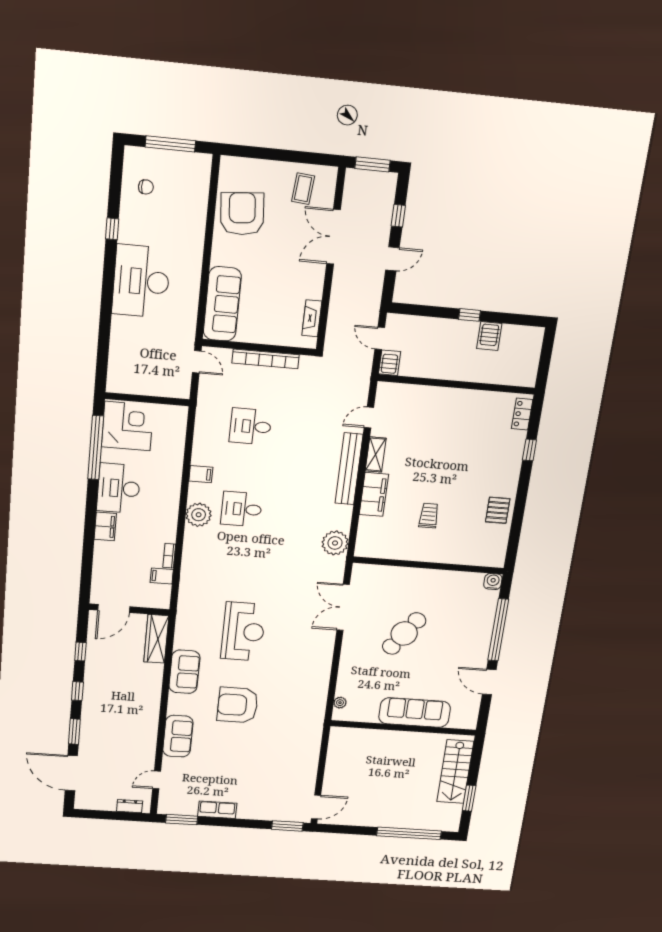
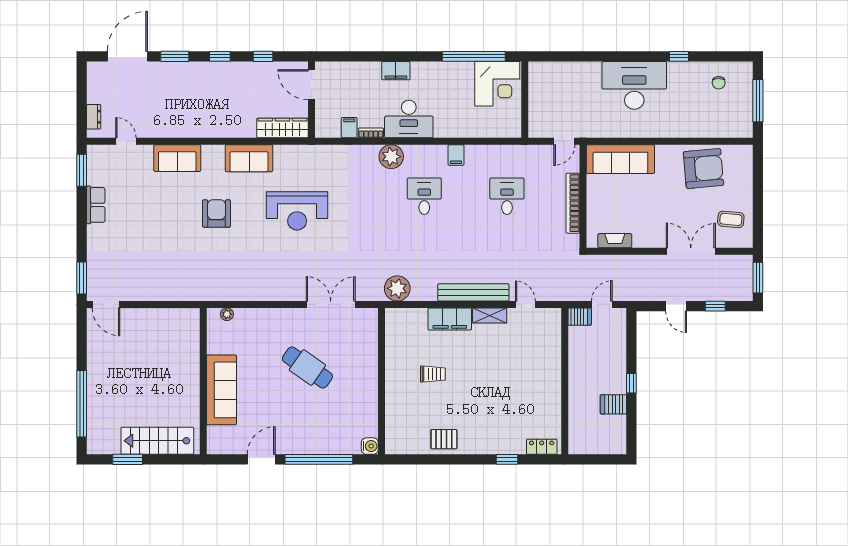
desk: (119, 488) -> (409, 119), moved, turned 180
plant: (199, 515) -> (391, 157), moved
armchair: (238, 705) -> (217, 214), width x0.73, depth x0.73

